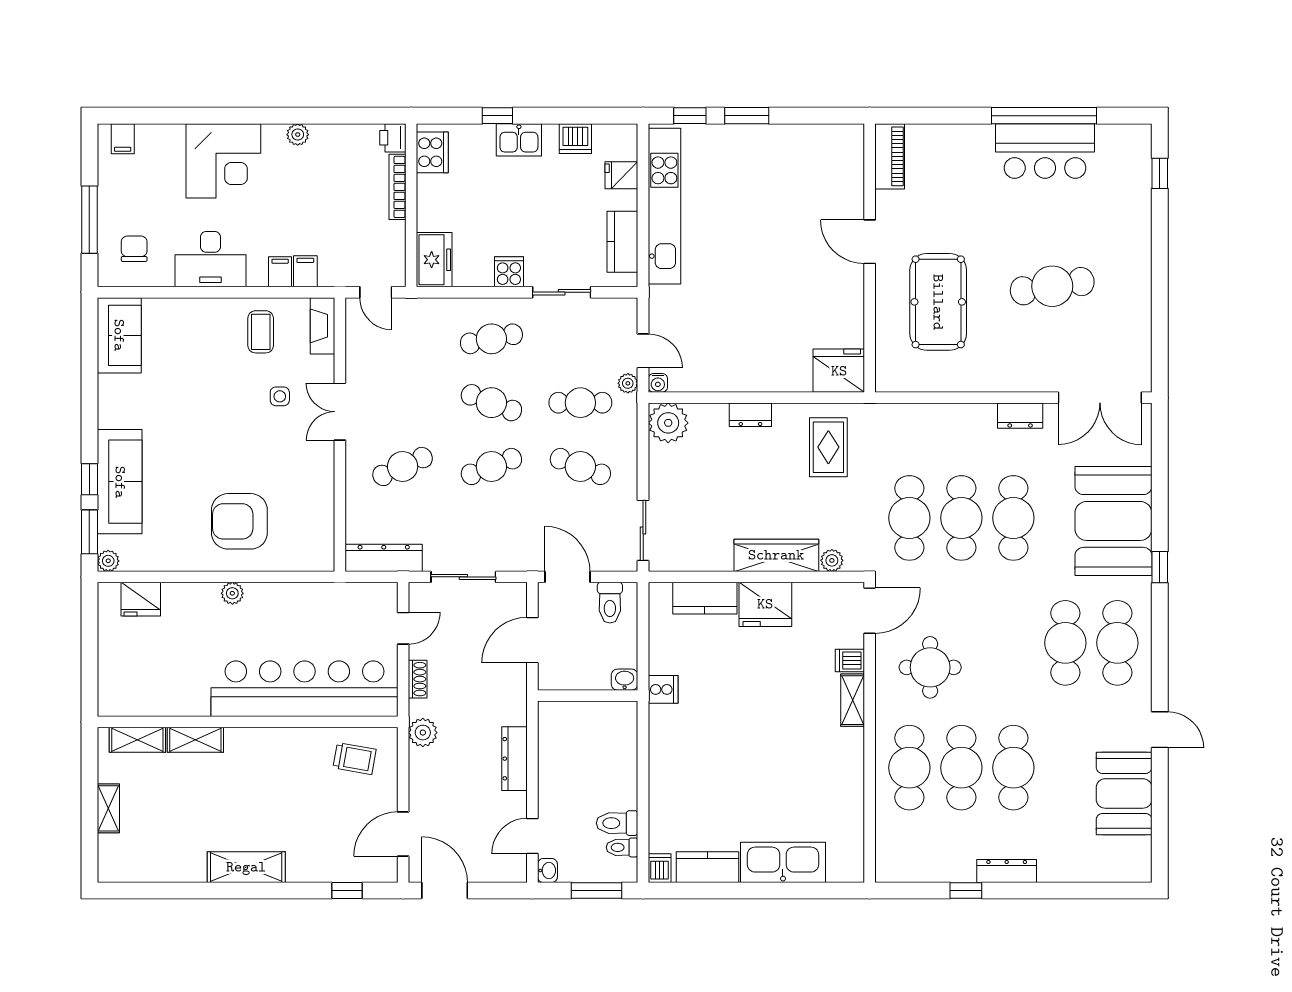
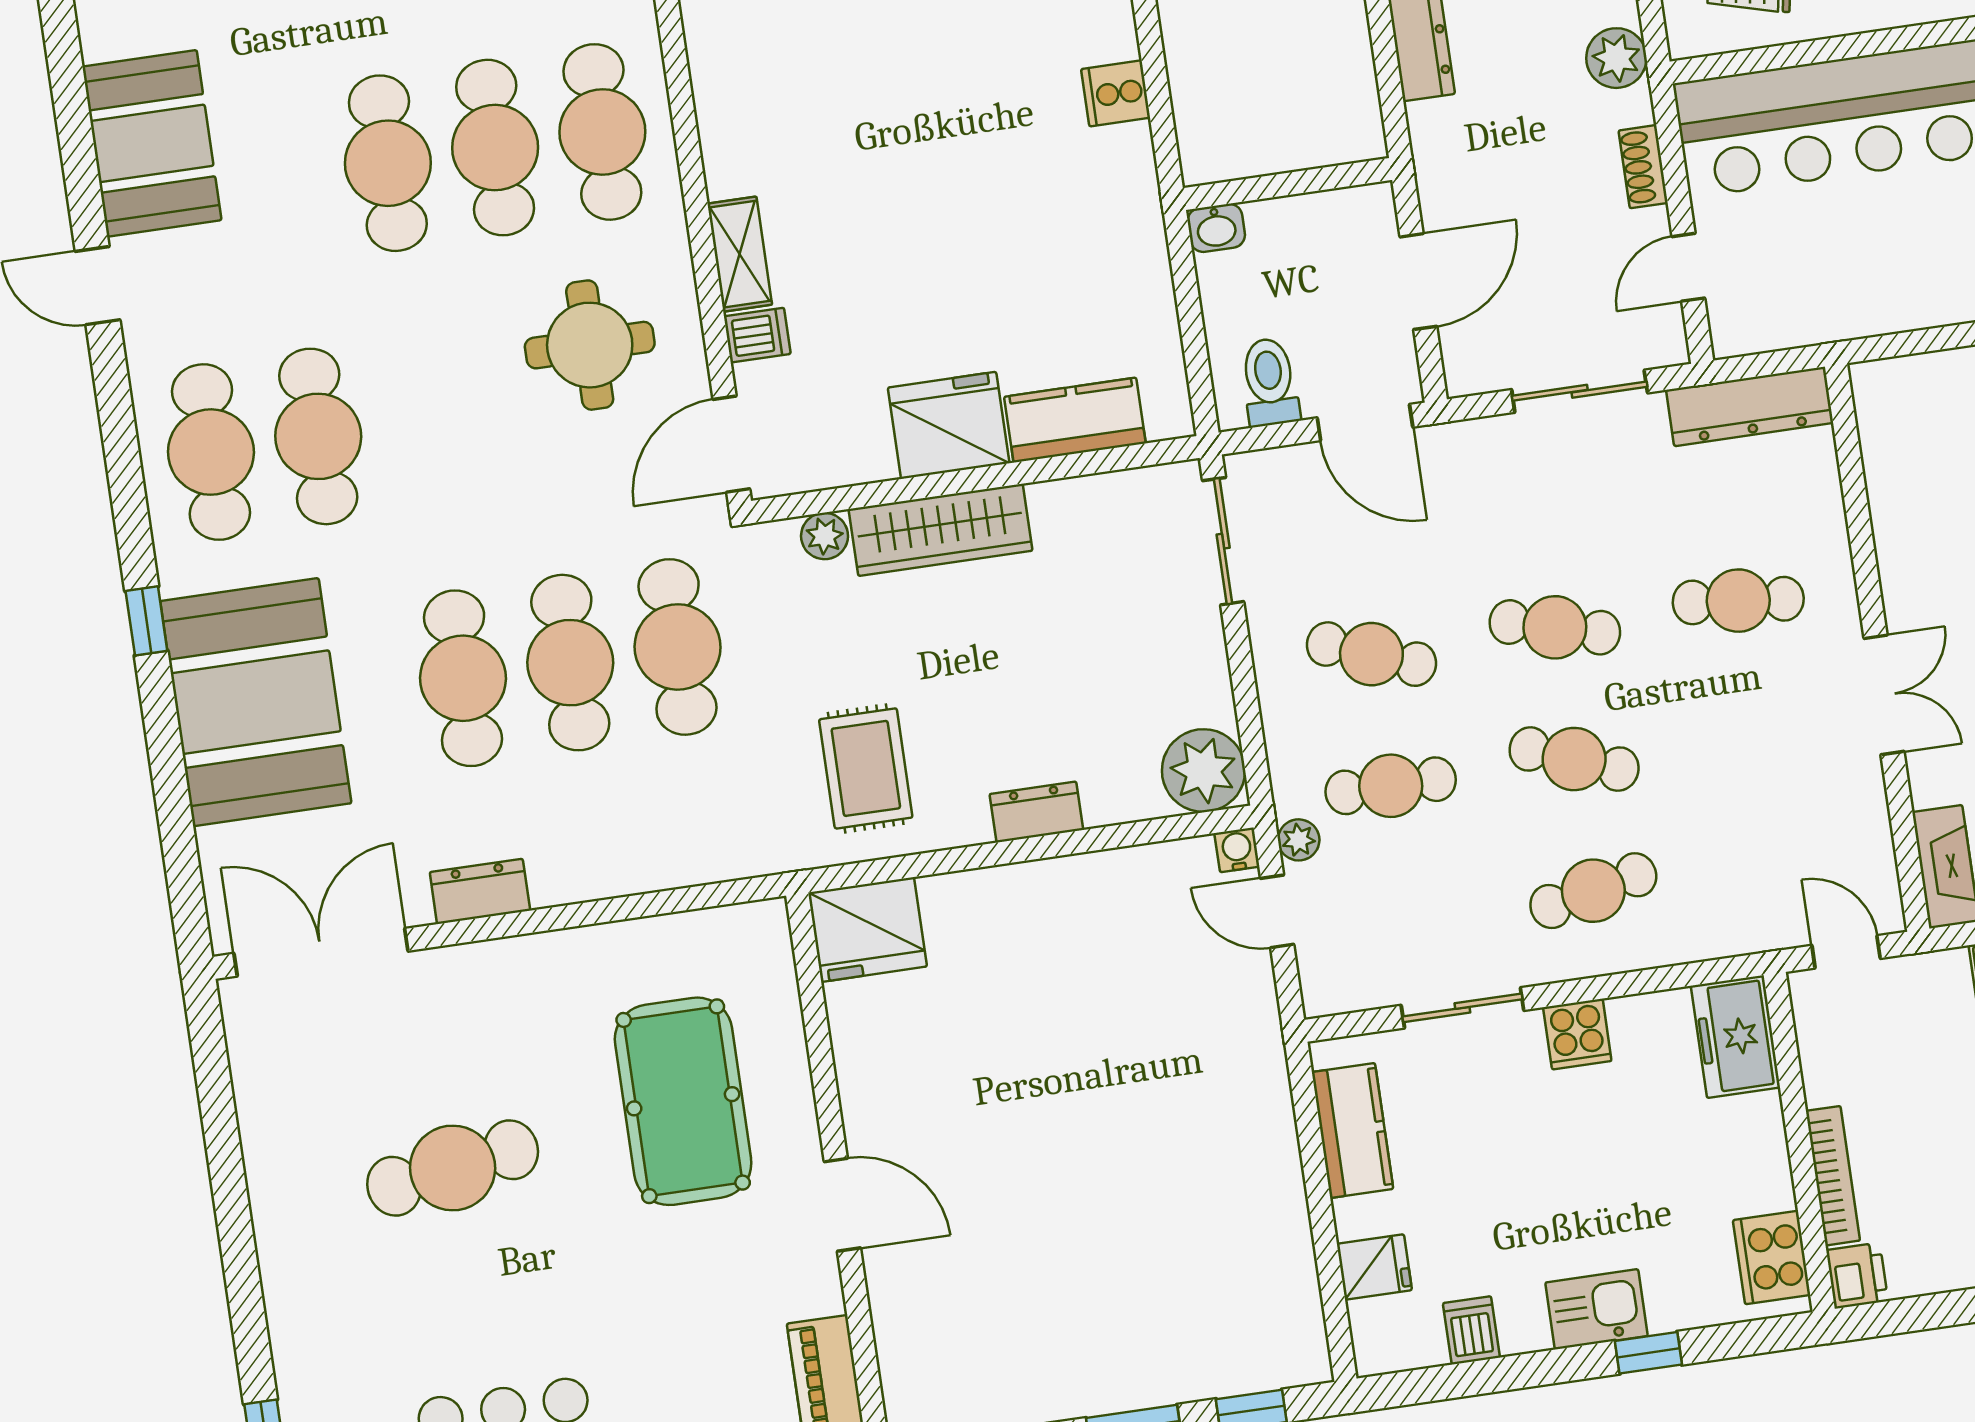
dishwasher: (575, 139) -> (1471, 1330), width x0.73
kitchen unit: (664, 206) -> (1276, 1216), removed
cafe table: (403, 466) -> (1738, 601), turned 30
cafe table: (491, 466) -> (1555, 627), turned 36
cooker: (663, 689) -> (1116, 93), moved

